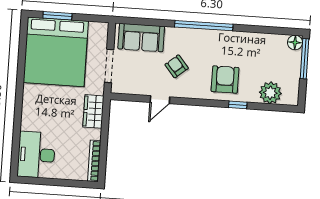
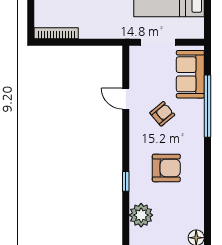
window: (204, 26) -> (207, 106), moved
armchair: (225, 79) -> (166, 168), moved
wardrobe: (93, 111) -> (108, 29), removed

